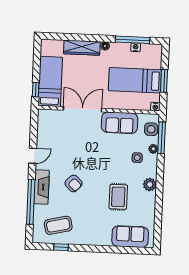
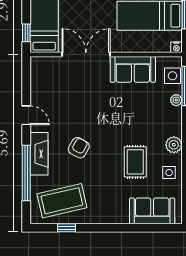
door: (33, 156) -> (26, 115), hinge flipped
side table: (137, 158) -> (169, 173), moved
armchair: (74, 183) -> (79, 148), turned -105
coffee table: (58, 225) -> (62, 201), width x1.36, depth x1.32

